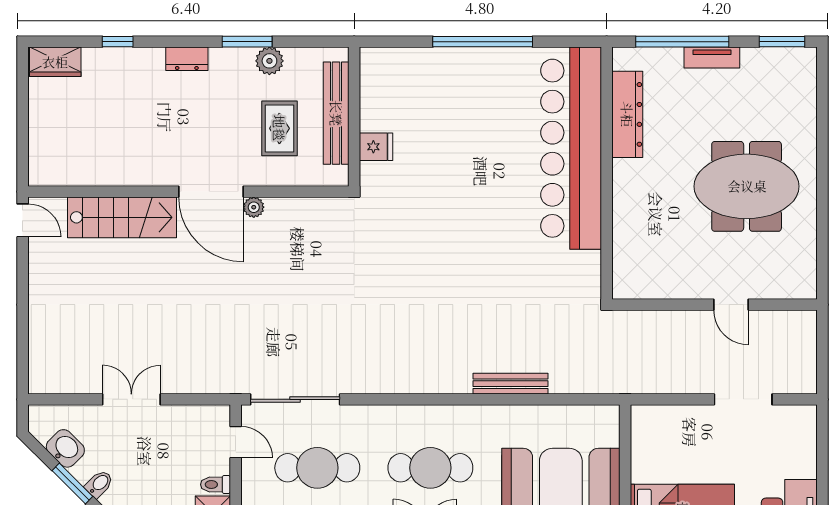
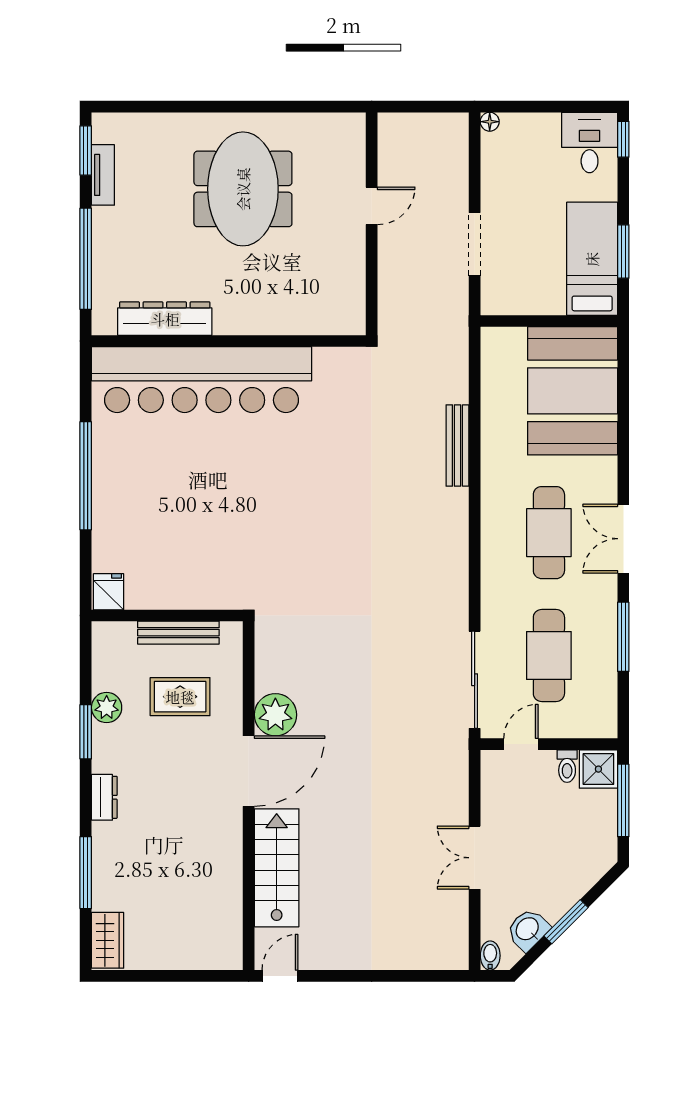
window: (118, 42) -> (86, 873), width x2.17
tv unit: (712, 58) -> (103, 175), moved
bench: (336, 113) -> (178, 633), width x0.73, depth x0.82
fridge: (376, 147) -> (109, 592), moved
plant: (254, 207) -> (275, 715), width x1.88, depth x1.88
doorway: (743, 399) -> (475, 244), moved
floor lamp: (808, 413) -> (490, 122), added
bidet: (99, 484) -> (490, 956), moved, turned 45

